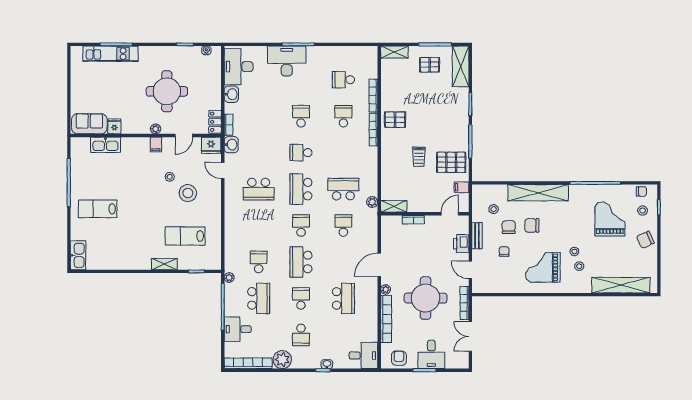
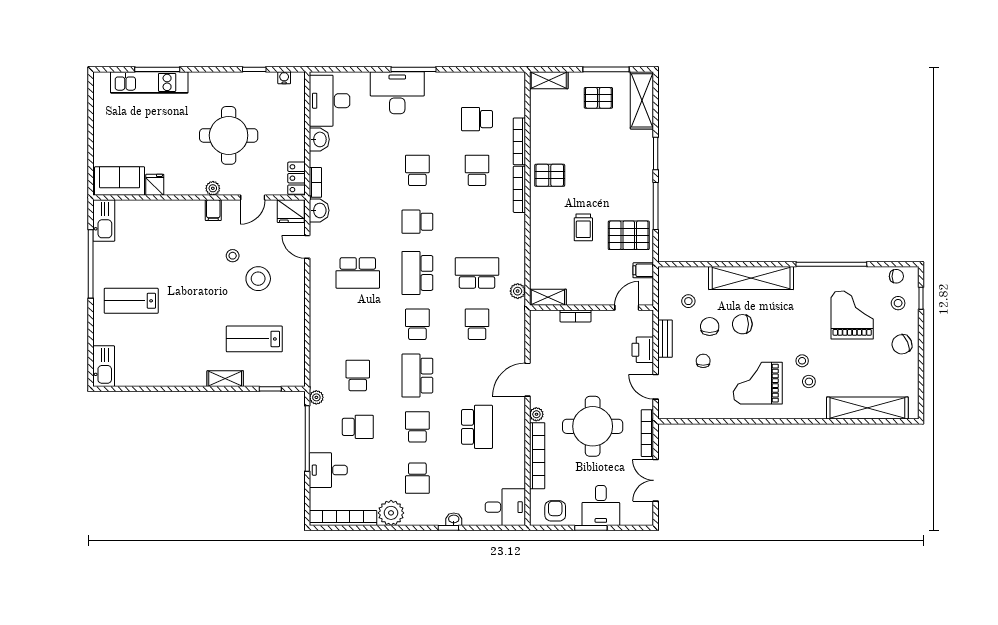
kitchen sink: (105, 145) -> (104, 220), moved, turned -90
school desk: (259, 298) -> (358, 427), width x0.54

